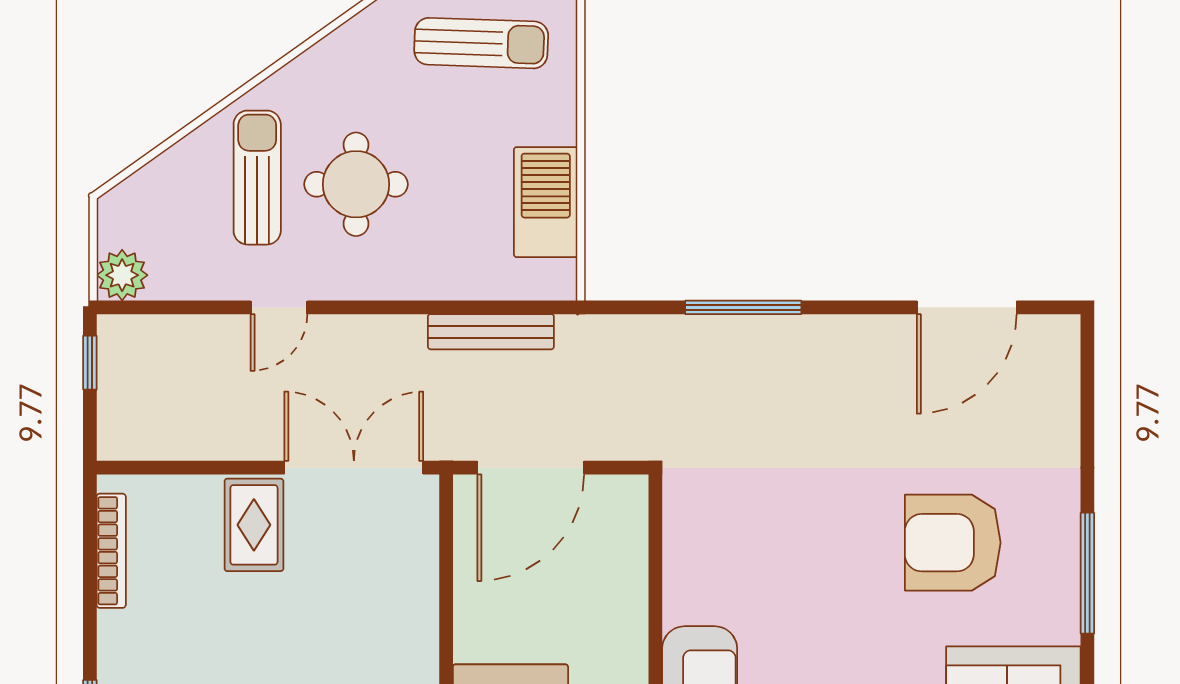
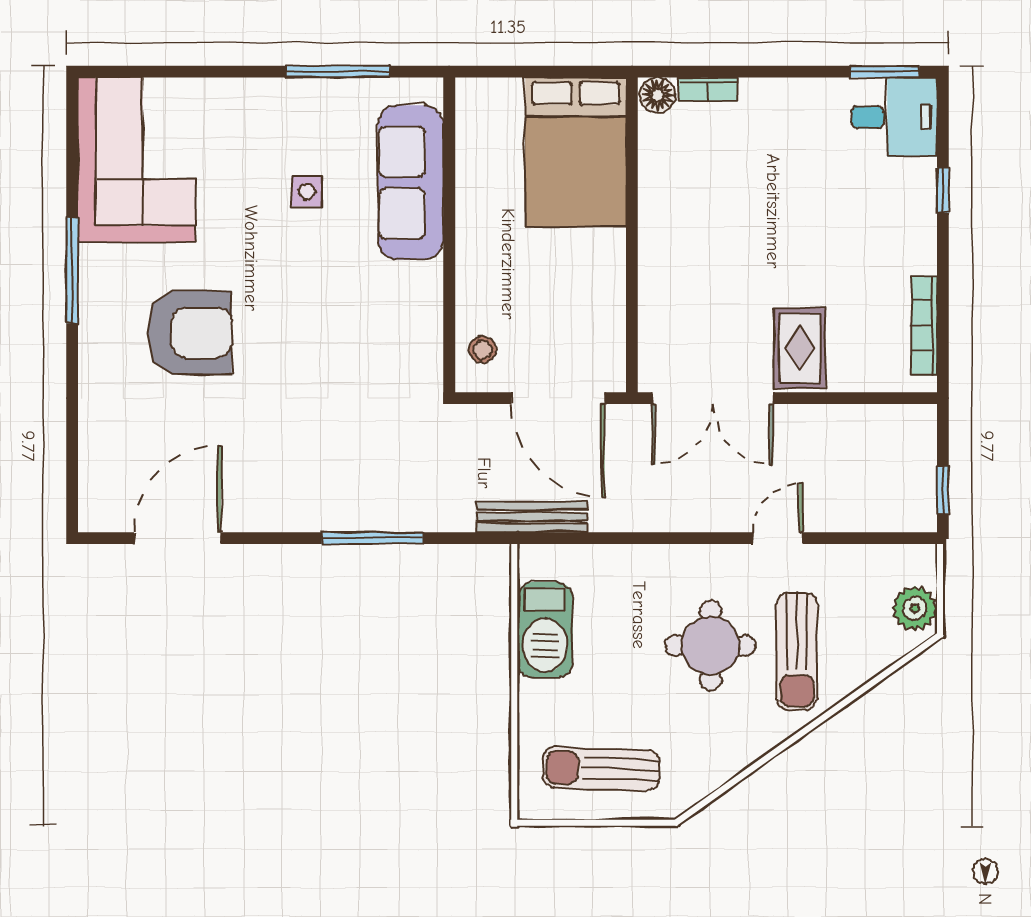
plant: (122, 275) -> (915, 608), moved
bench: (491, 332) -> (532, 517), moved
door: (531, 468) -> (558, 398), swing flipped
stool: (617, 523) -> (483, 350), added
window: (1087, 573) -> (72, 270), moved

